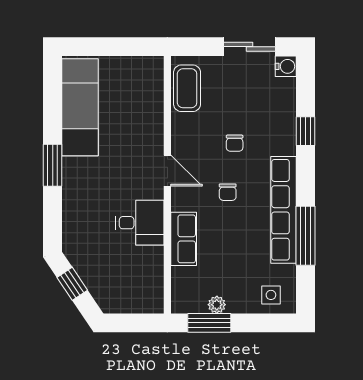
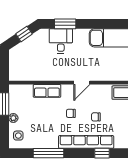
window: (53, 165) -> (65, 24), moved
row of seats: (284, 210) -> (86, 142), moved
desk: (140, 223) -> (61, 41), moved, turned 180
plant: (217, 305) -> (13, 118), moved

